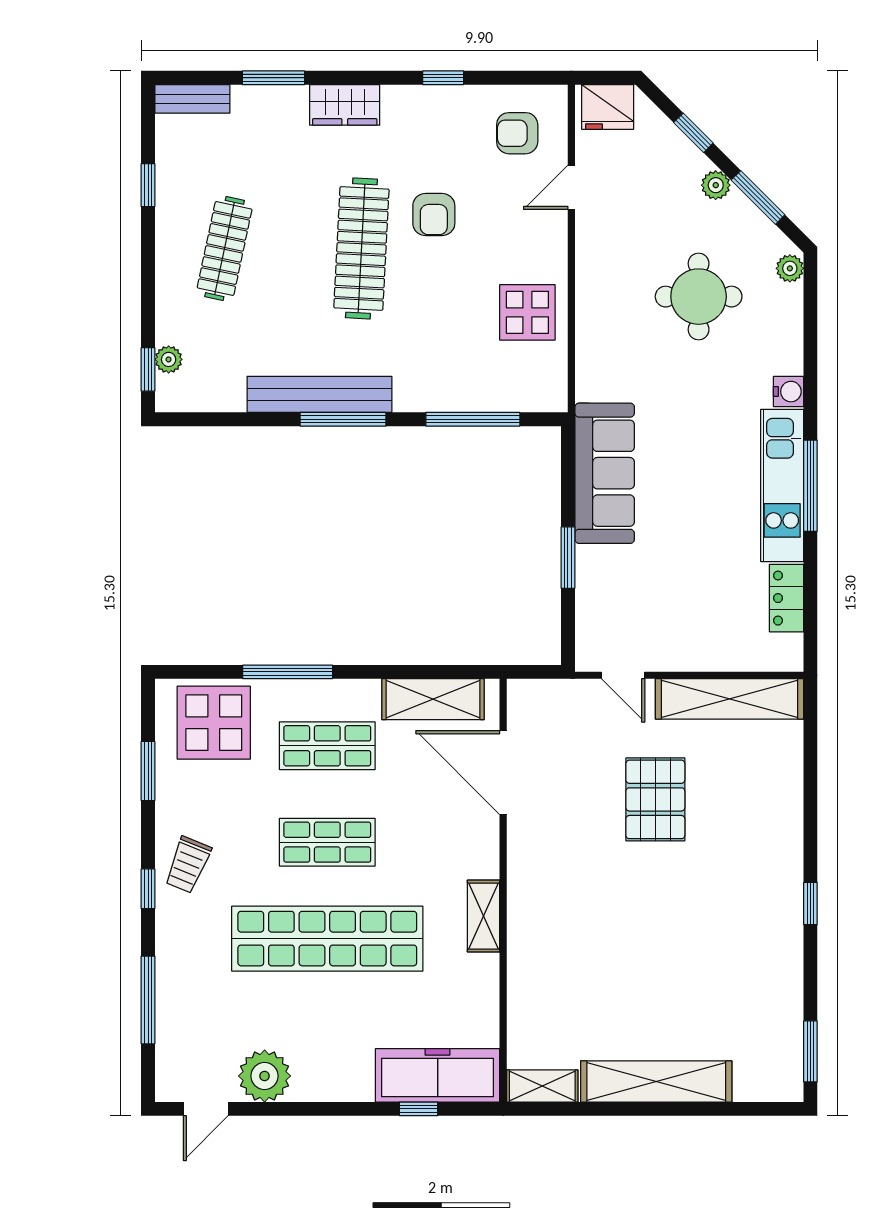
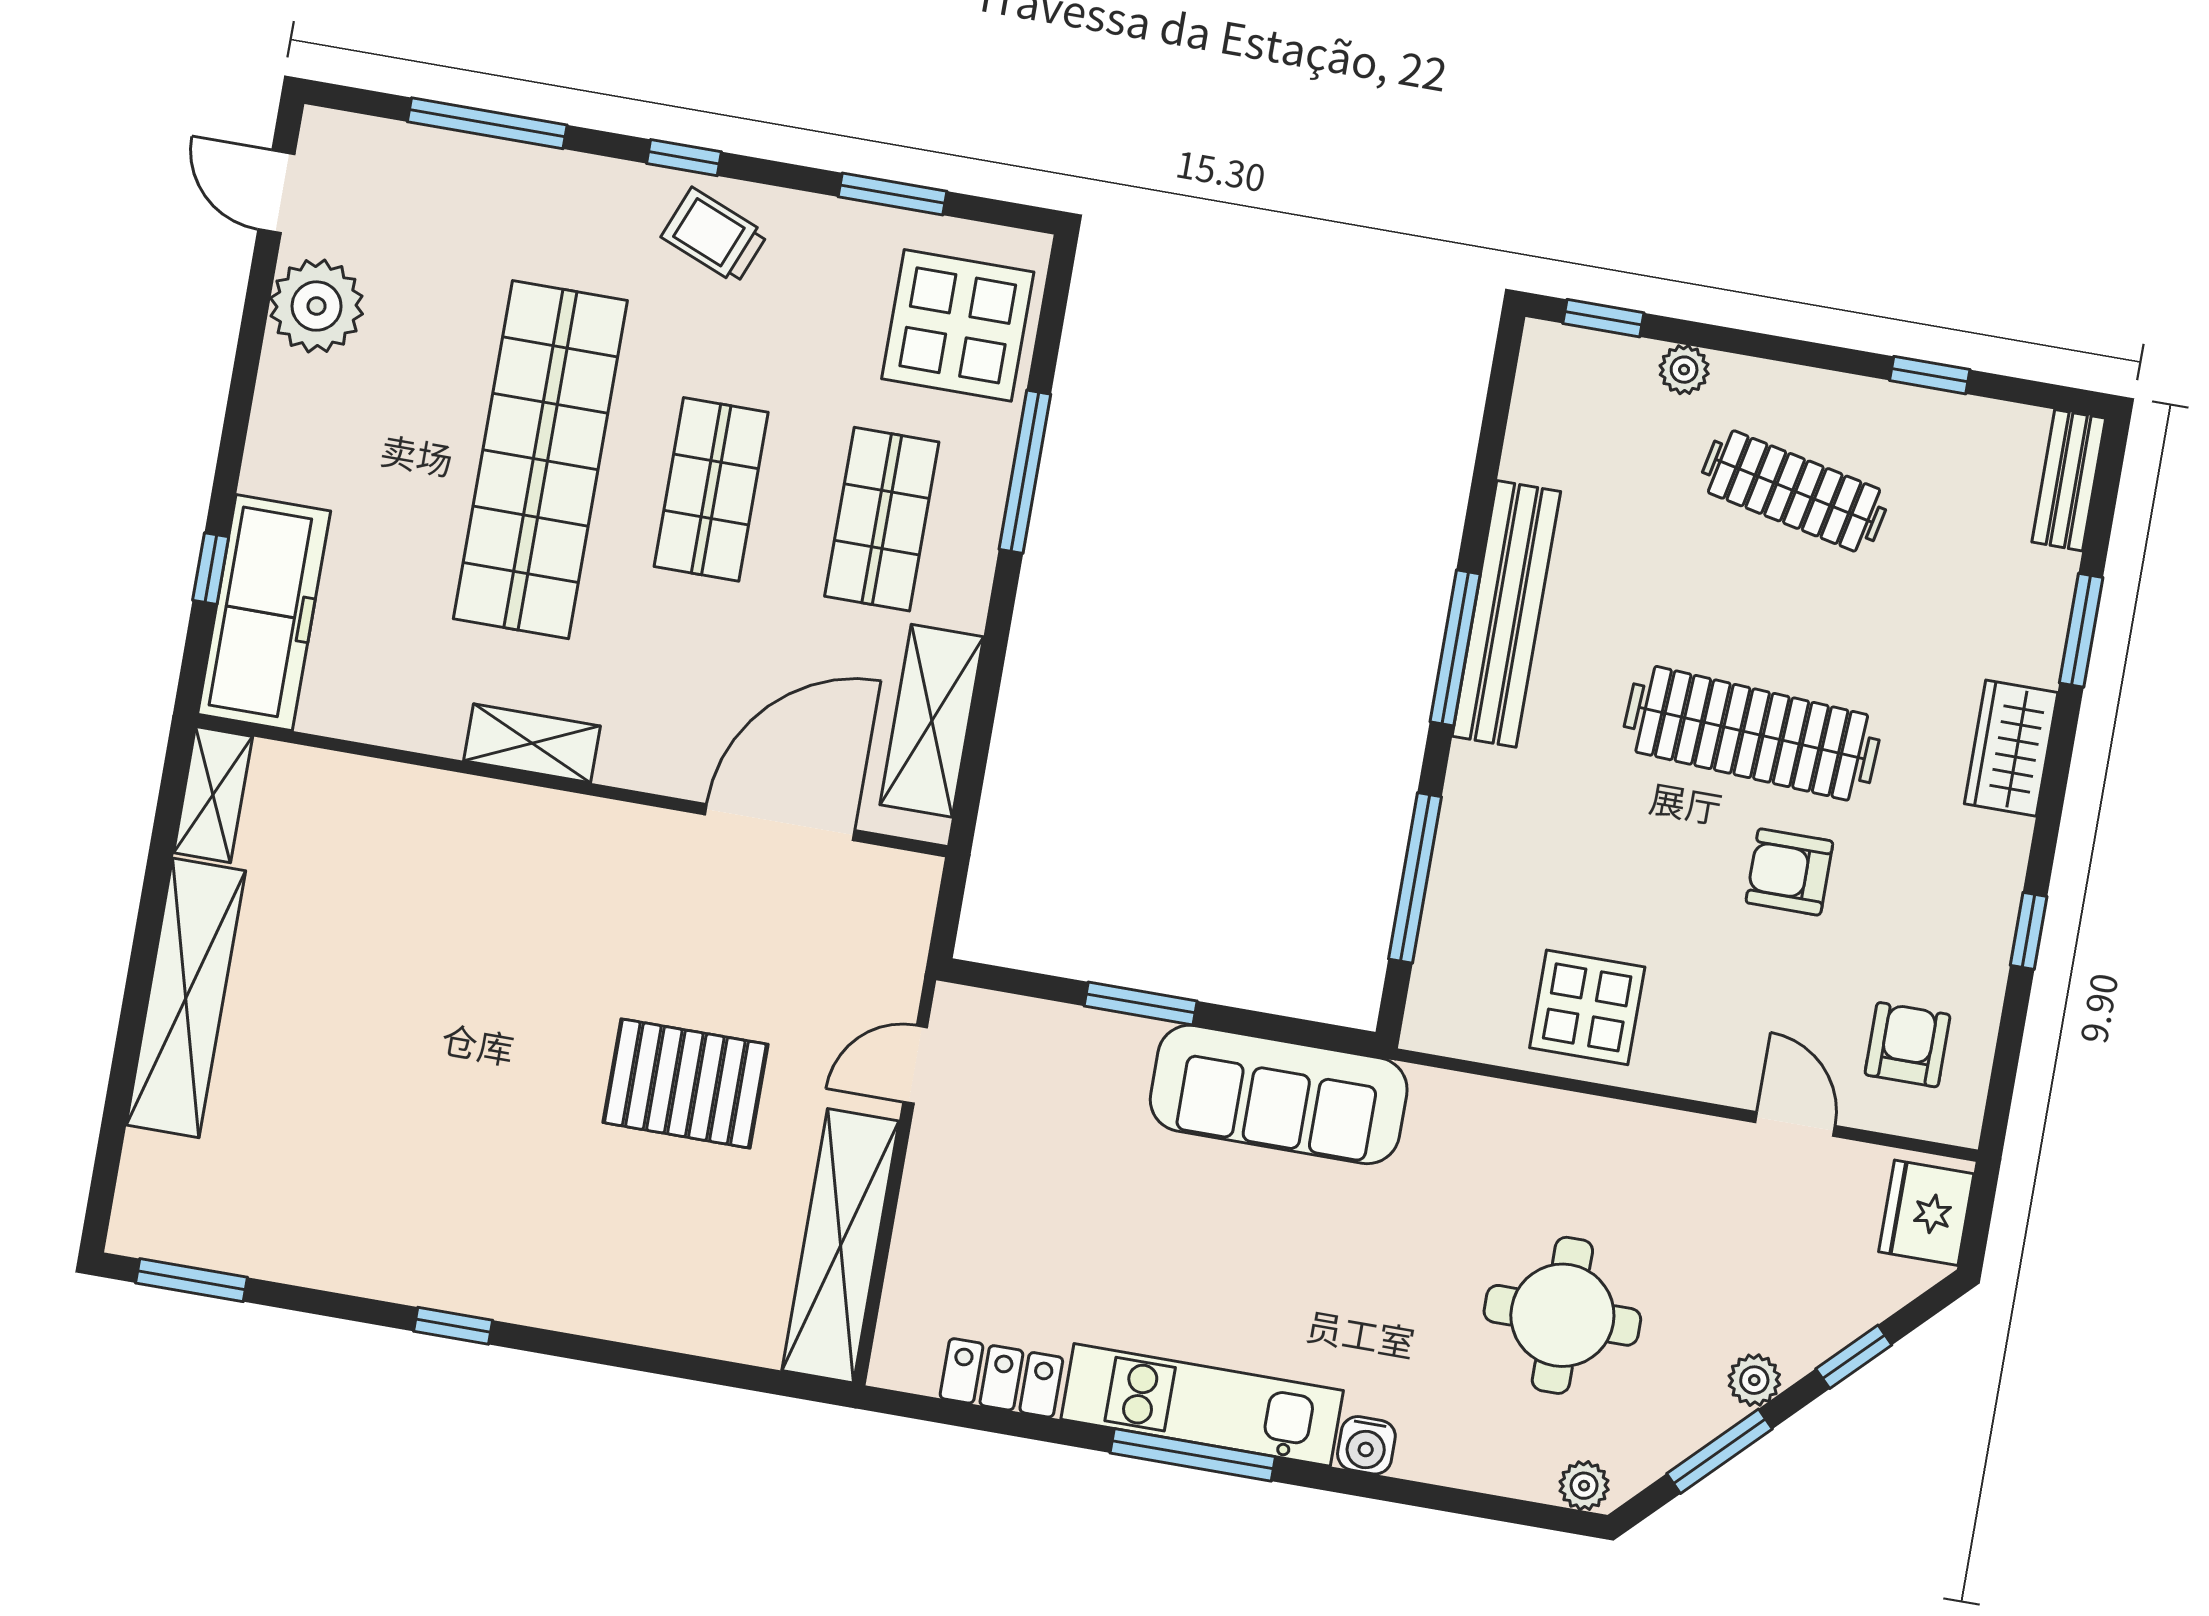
plant: (169, 359) -> (1684, 370), moved

